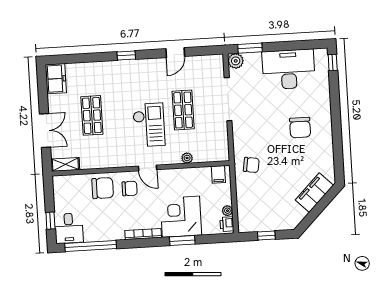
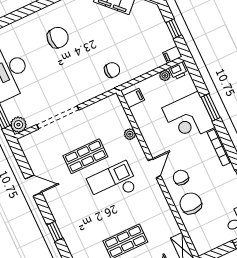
chair: (251, 165) -> (112, 70), turned 81
filing cabinet: (244, 225) -> (172, 55), added

